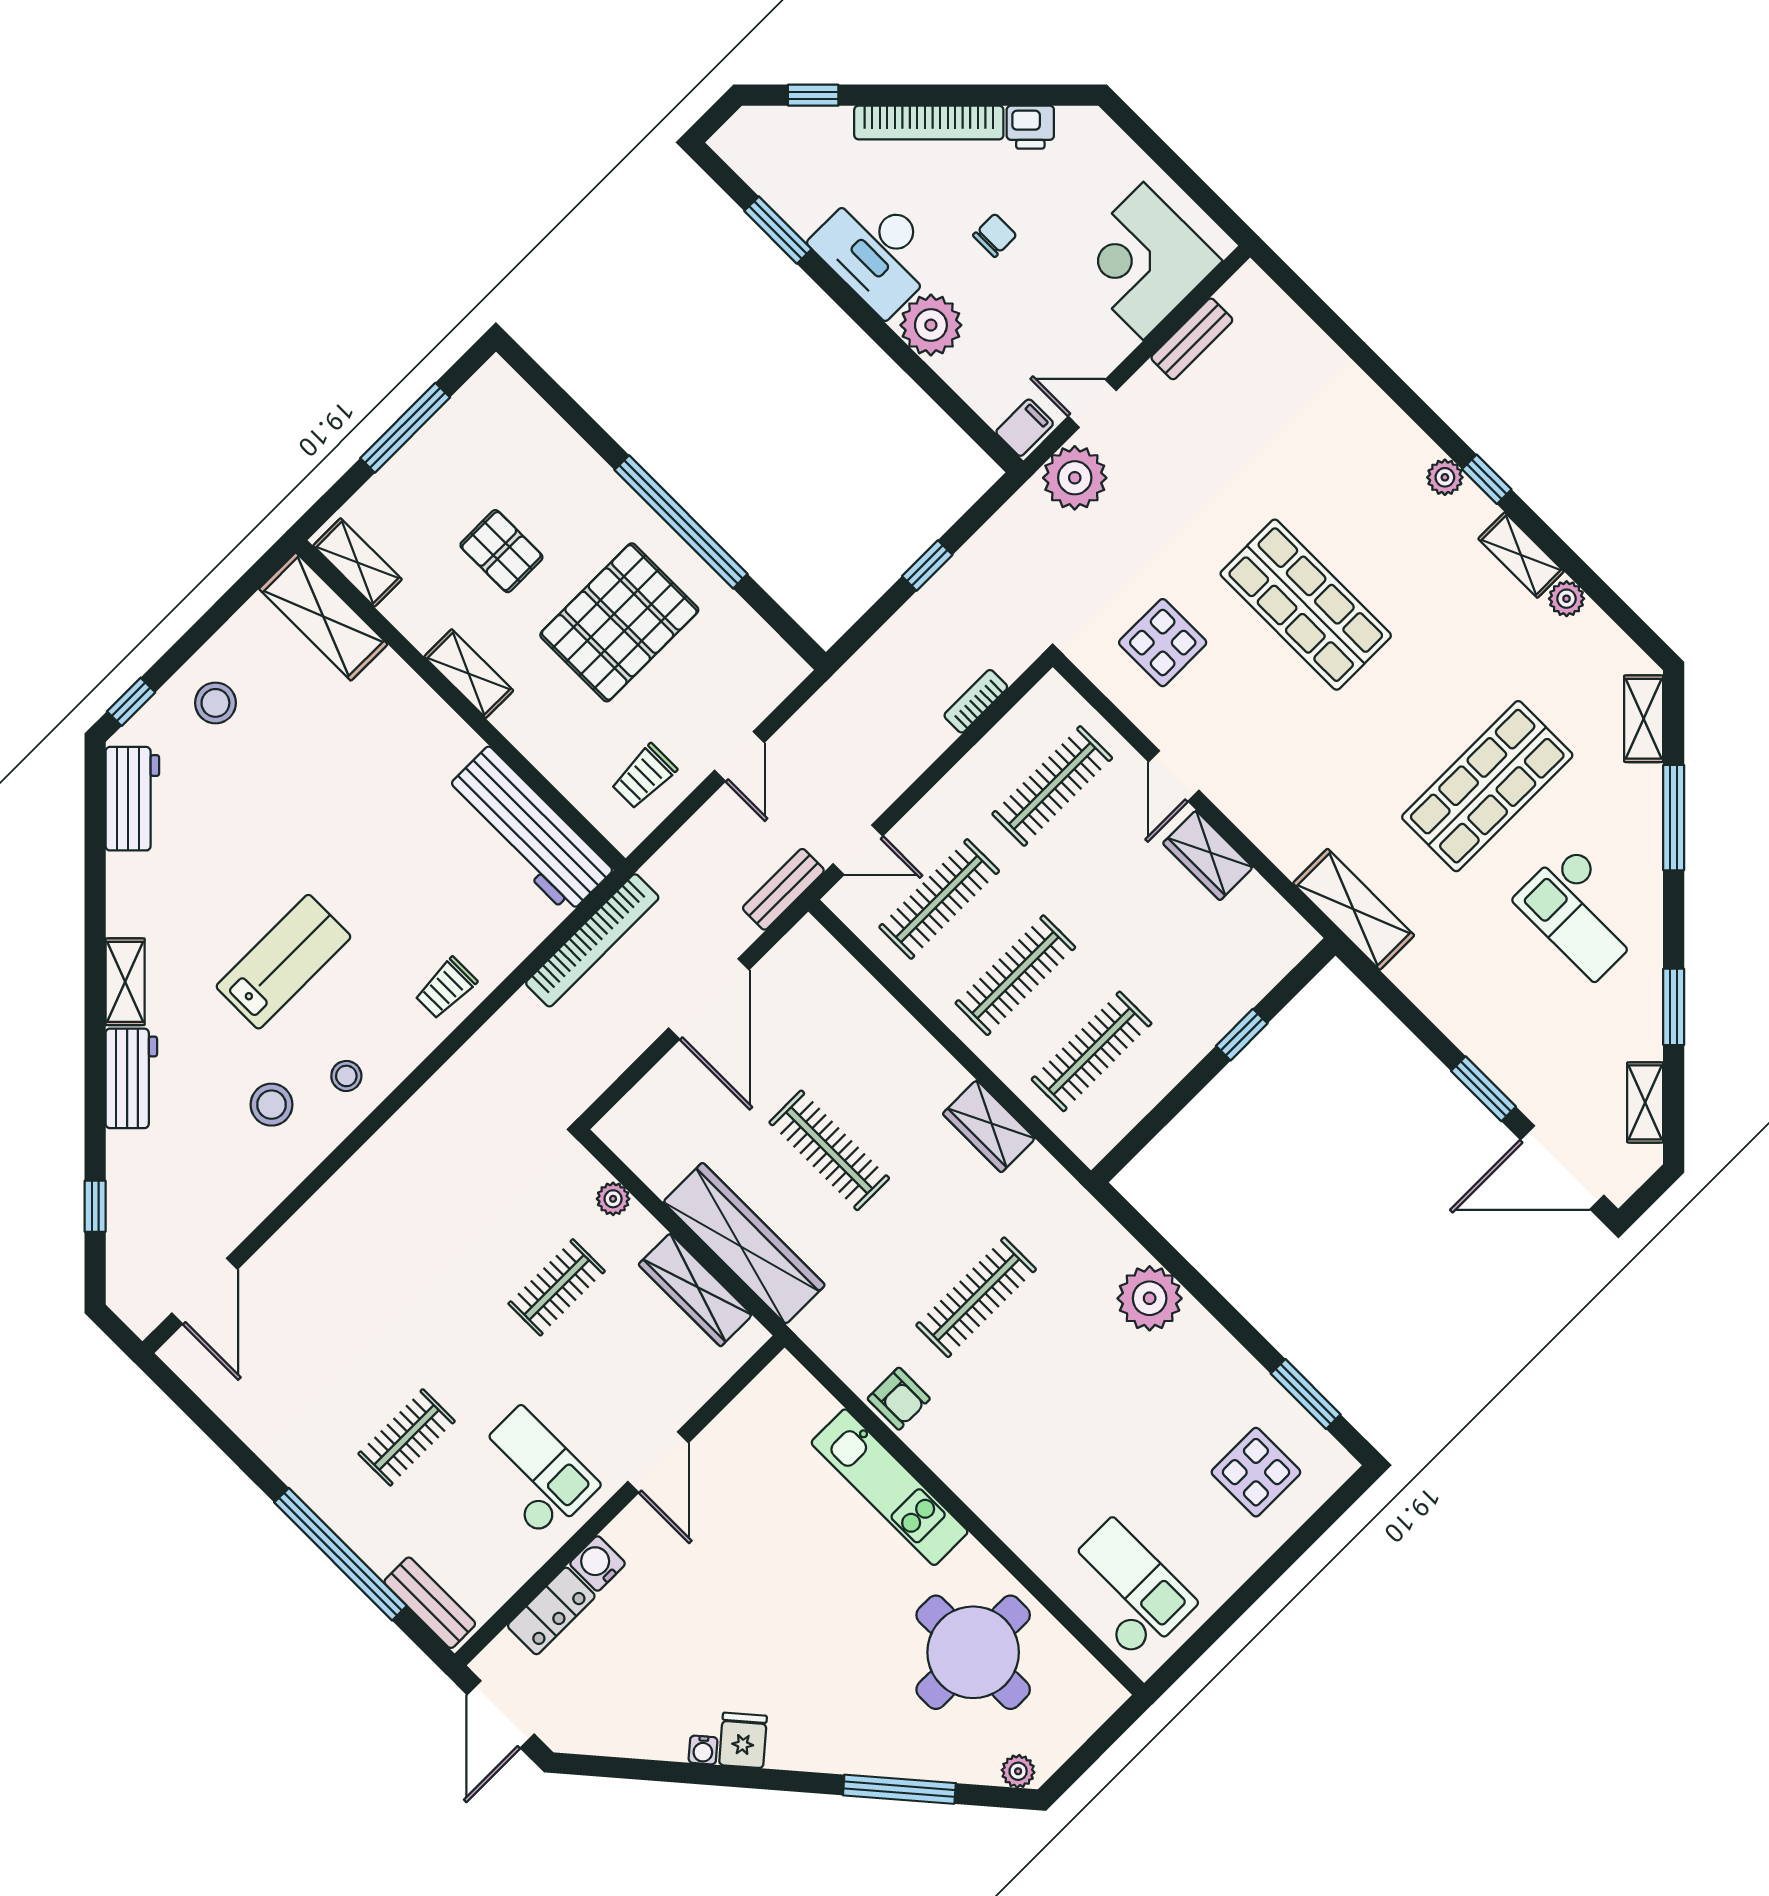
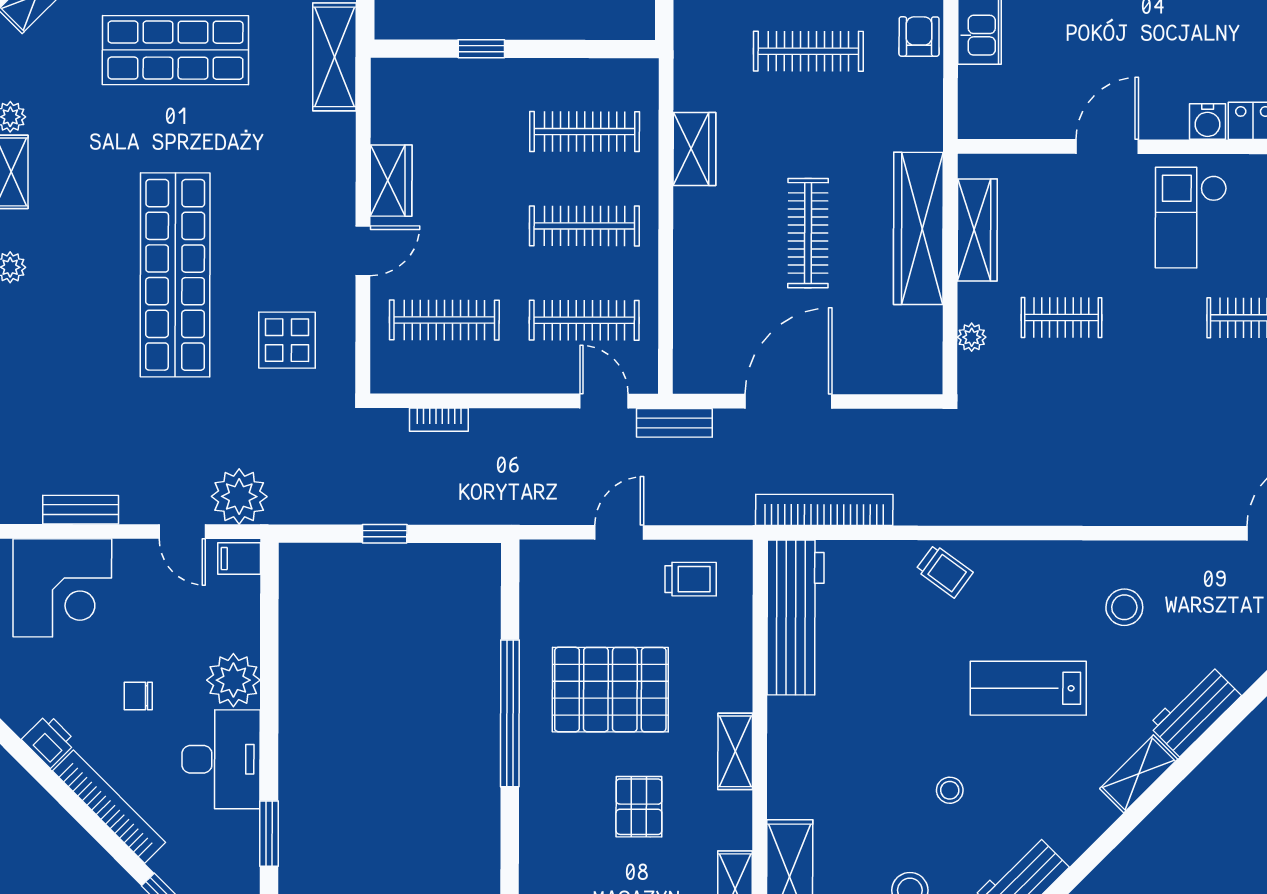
shop shelf: (1306, 605) -> (175, 275), width x1.40
trolley: (446, 988) -> (944, 571), turned 36
stool: (346, 1076) -> (950, 790), moved

